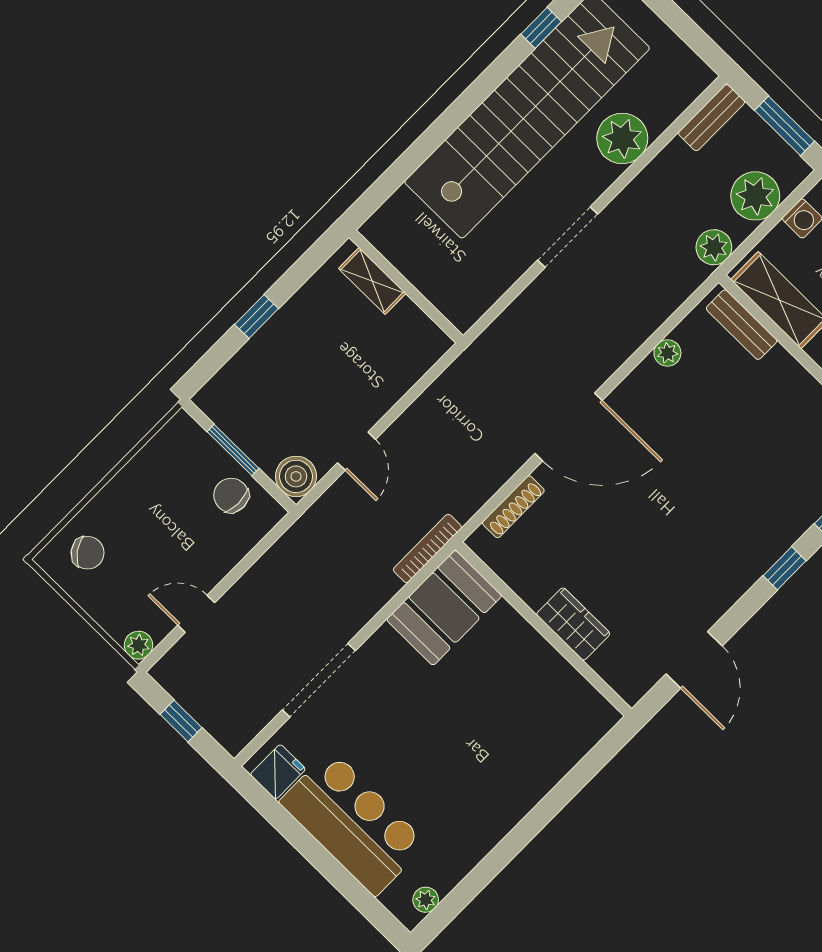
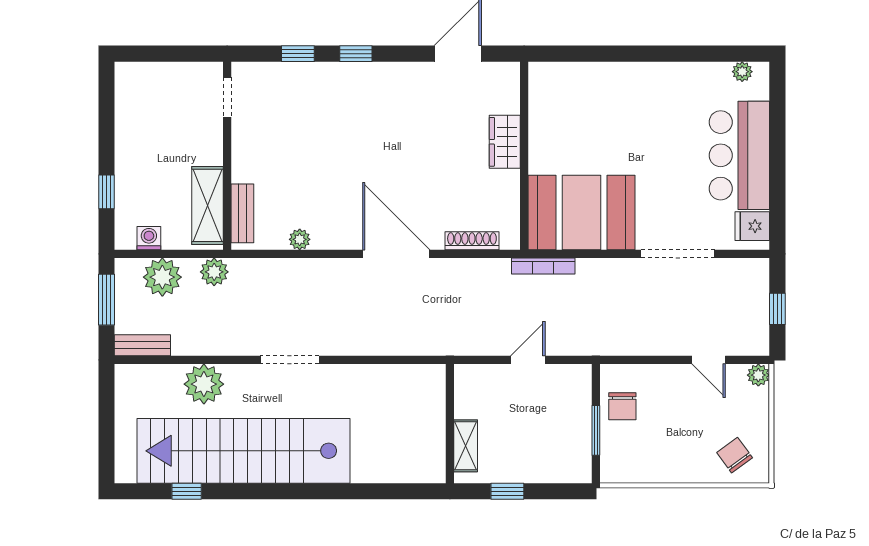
shelving: (372, 281) -> (466, 446), moved
wall: (406, 287) -> (450, 424), moved
boiler: (296, 476) -> (576, 380), removed
booth: (444, 608) -> (582, 213), width x1.36, depth x1.42

